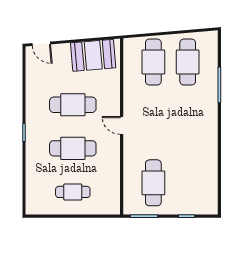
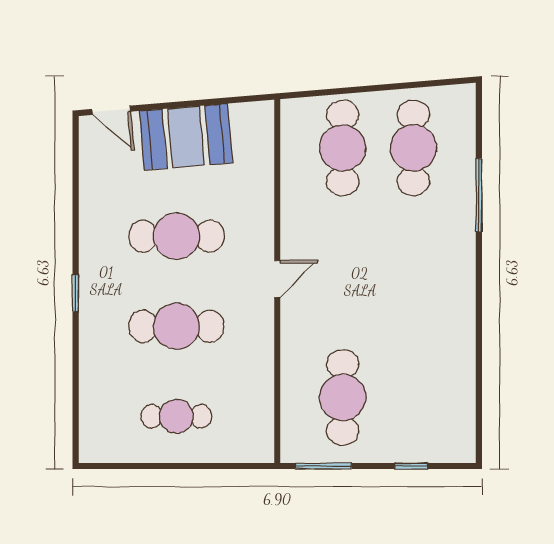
booth: (93, 55) -> (186, 137), moved
door: (122, 125) -> (277, 279), swing flipped

